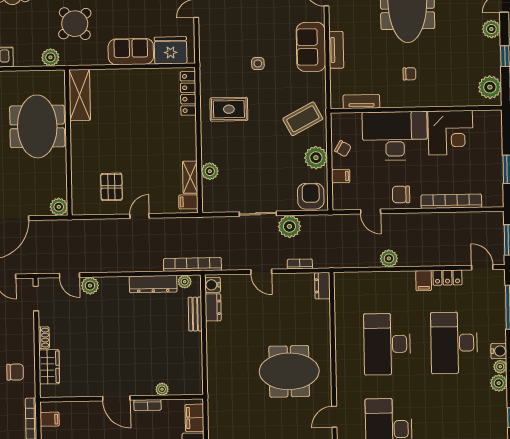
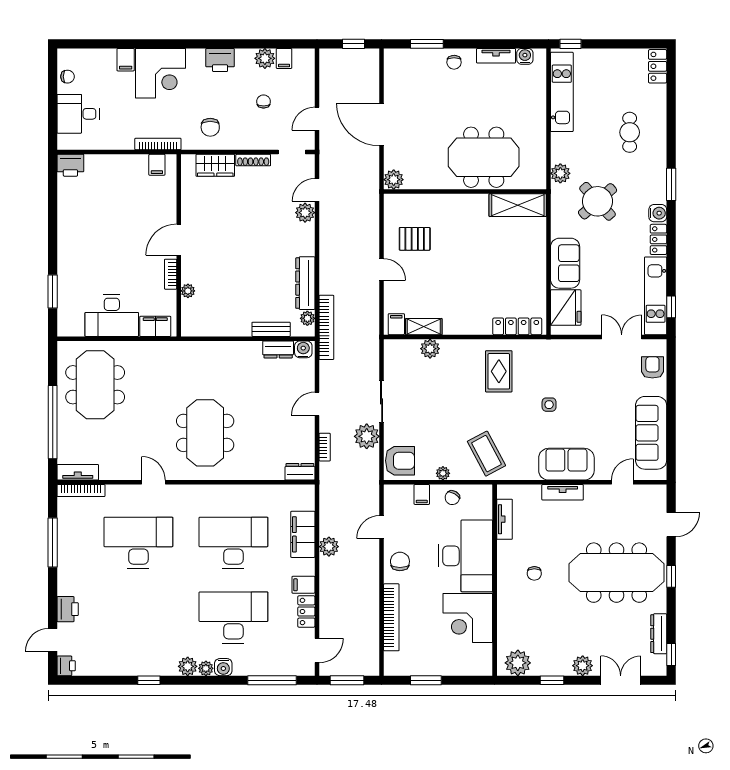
plant: (316, 158) -> (443, 473), width x0.53, depth x0.53
filing cabinet: (378, 282) -> (303, 534), added
shoe rack: (44, 338) -> (253, 160), width x1.43

